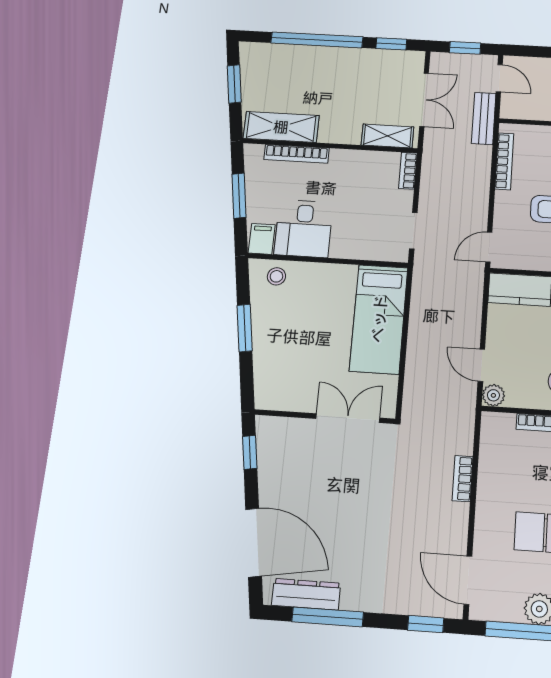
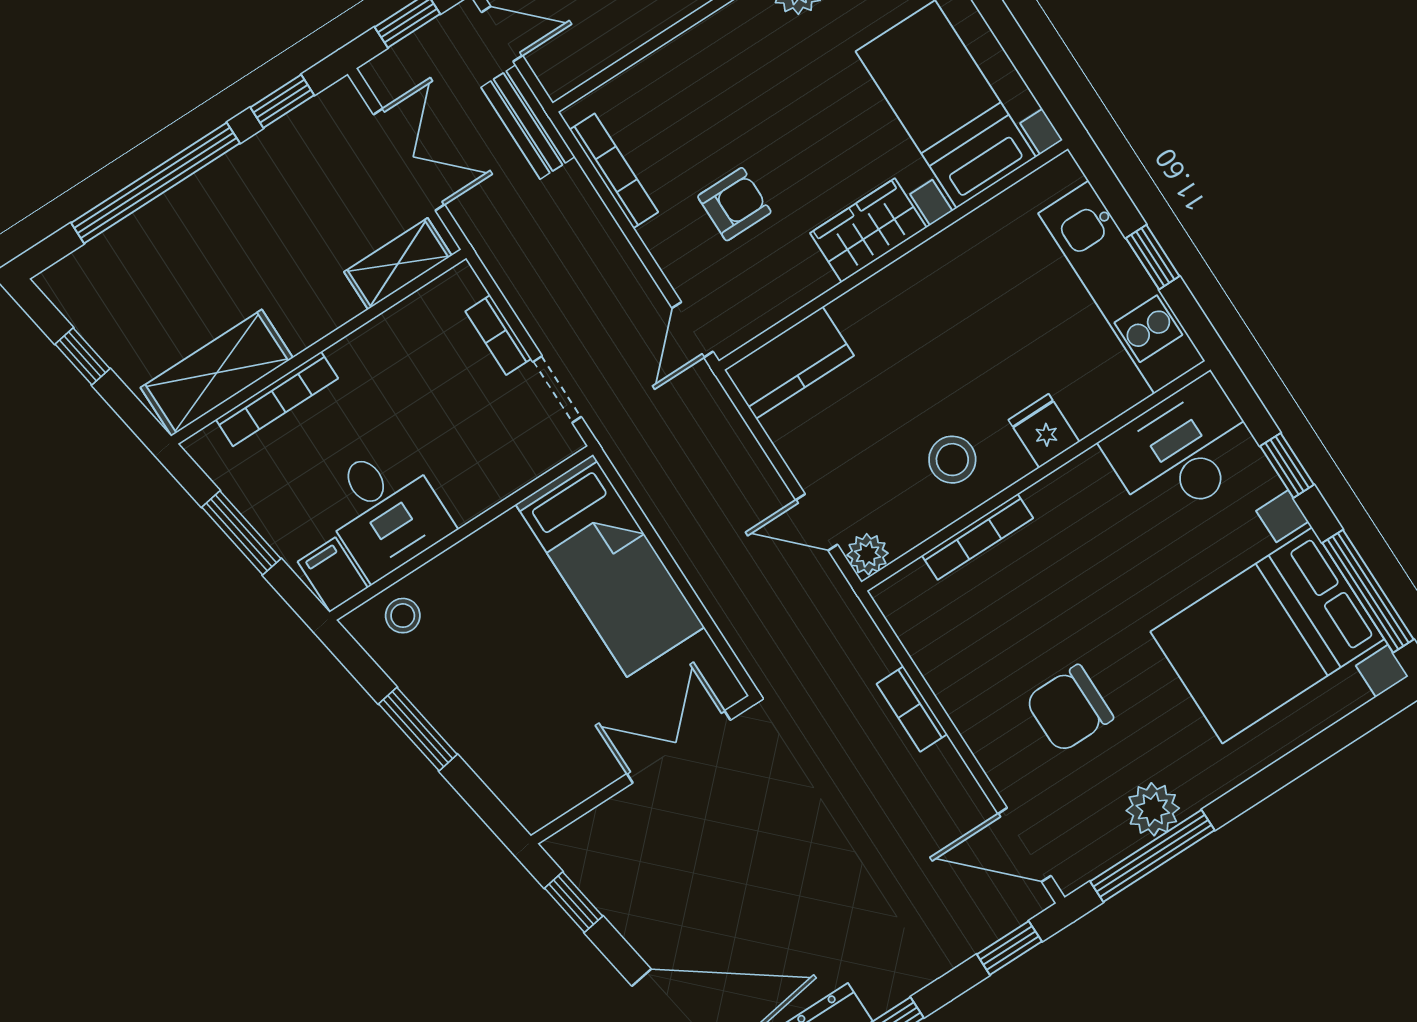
window: (234, 84) -> (83, 356), width x0.67
bookcase: (408, 171) -> (498, 335), moved

